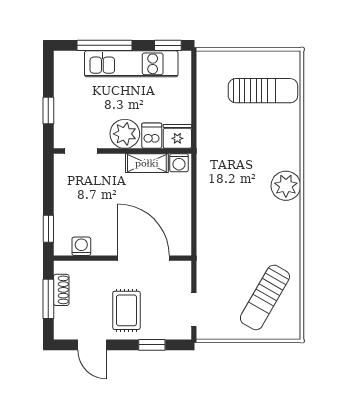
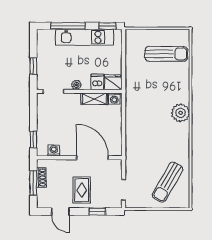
plant: (125, 134) -> (76, 85), width x0.53, depth x0.53

